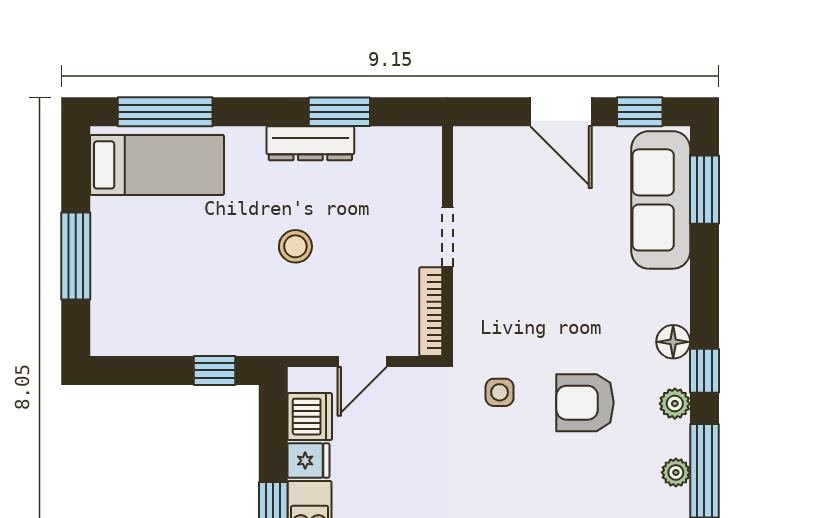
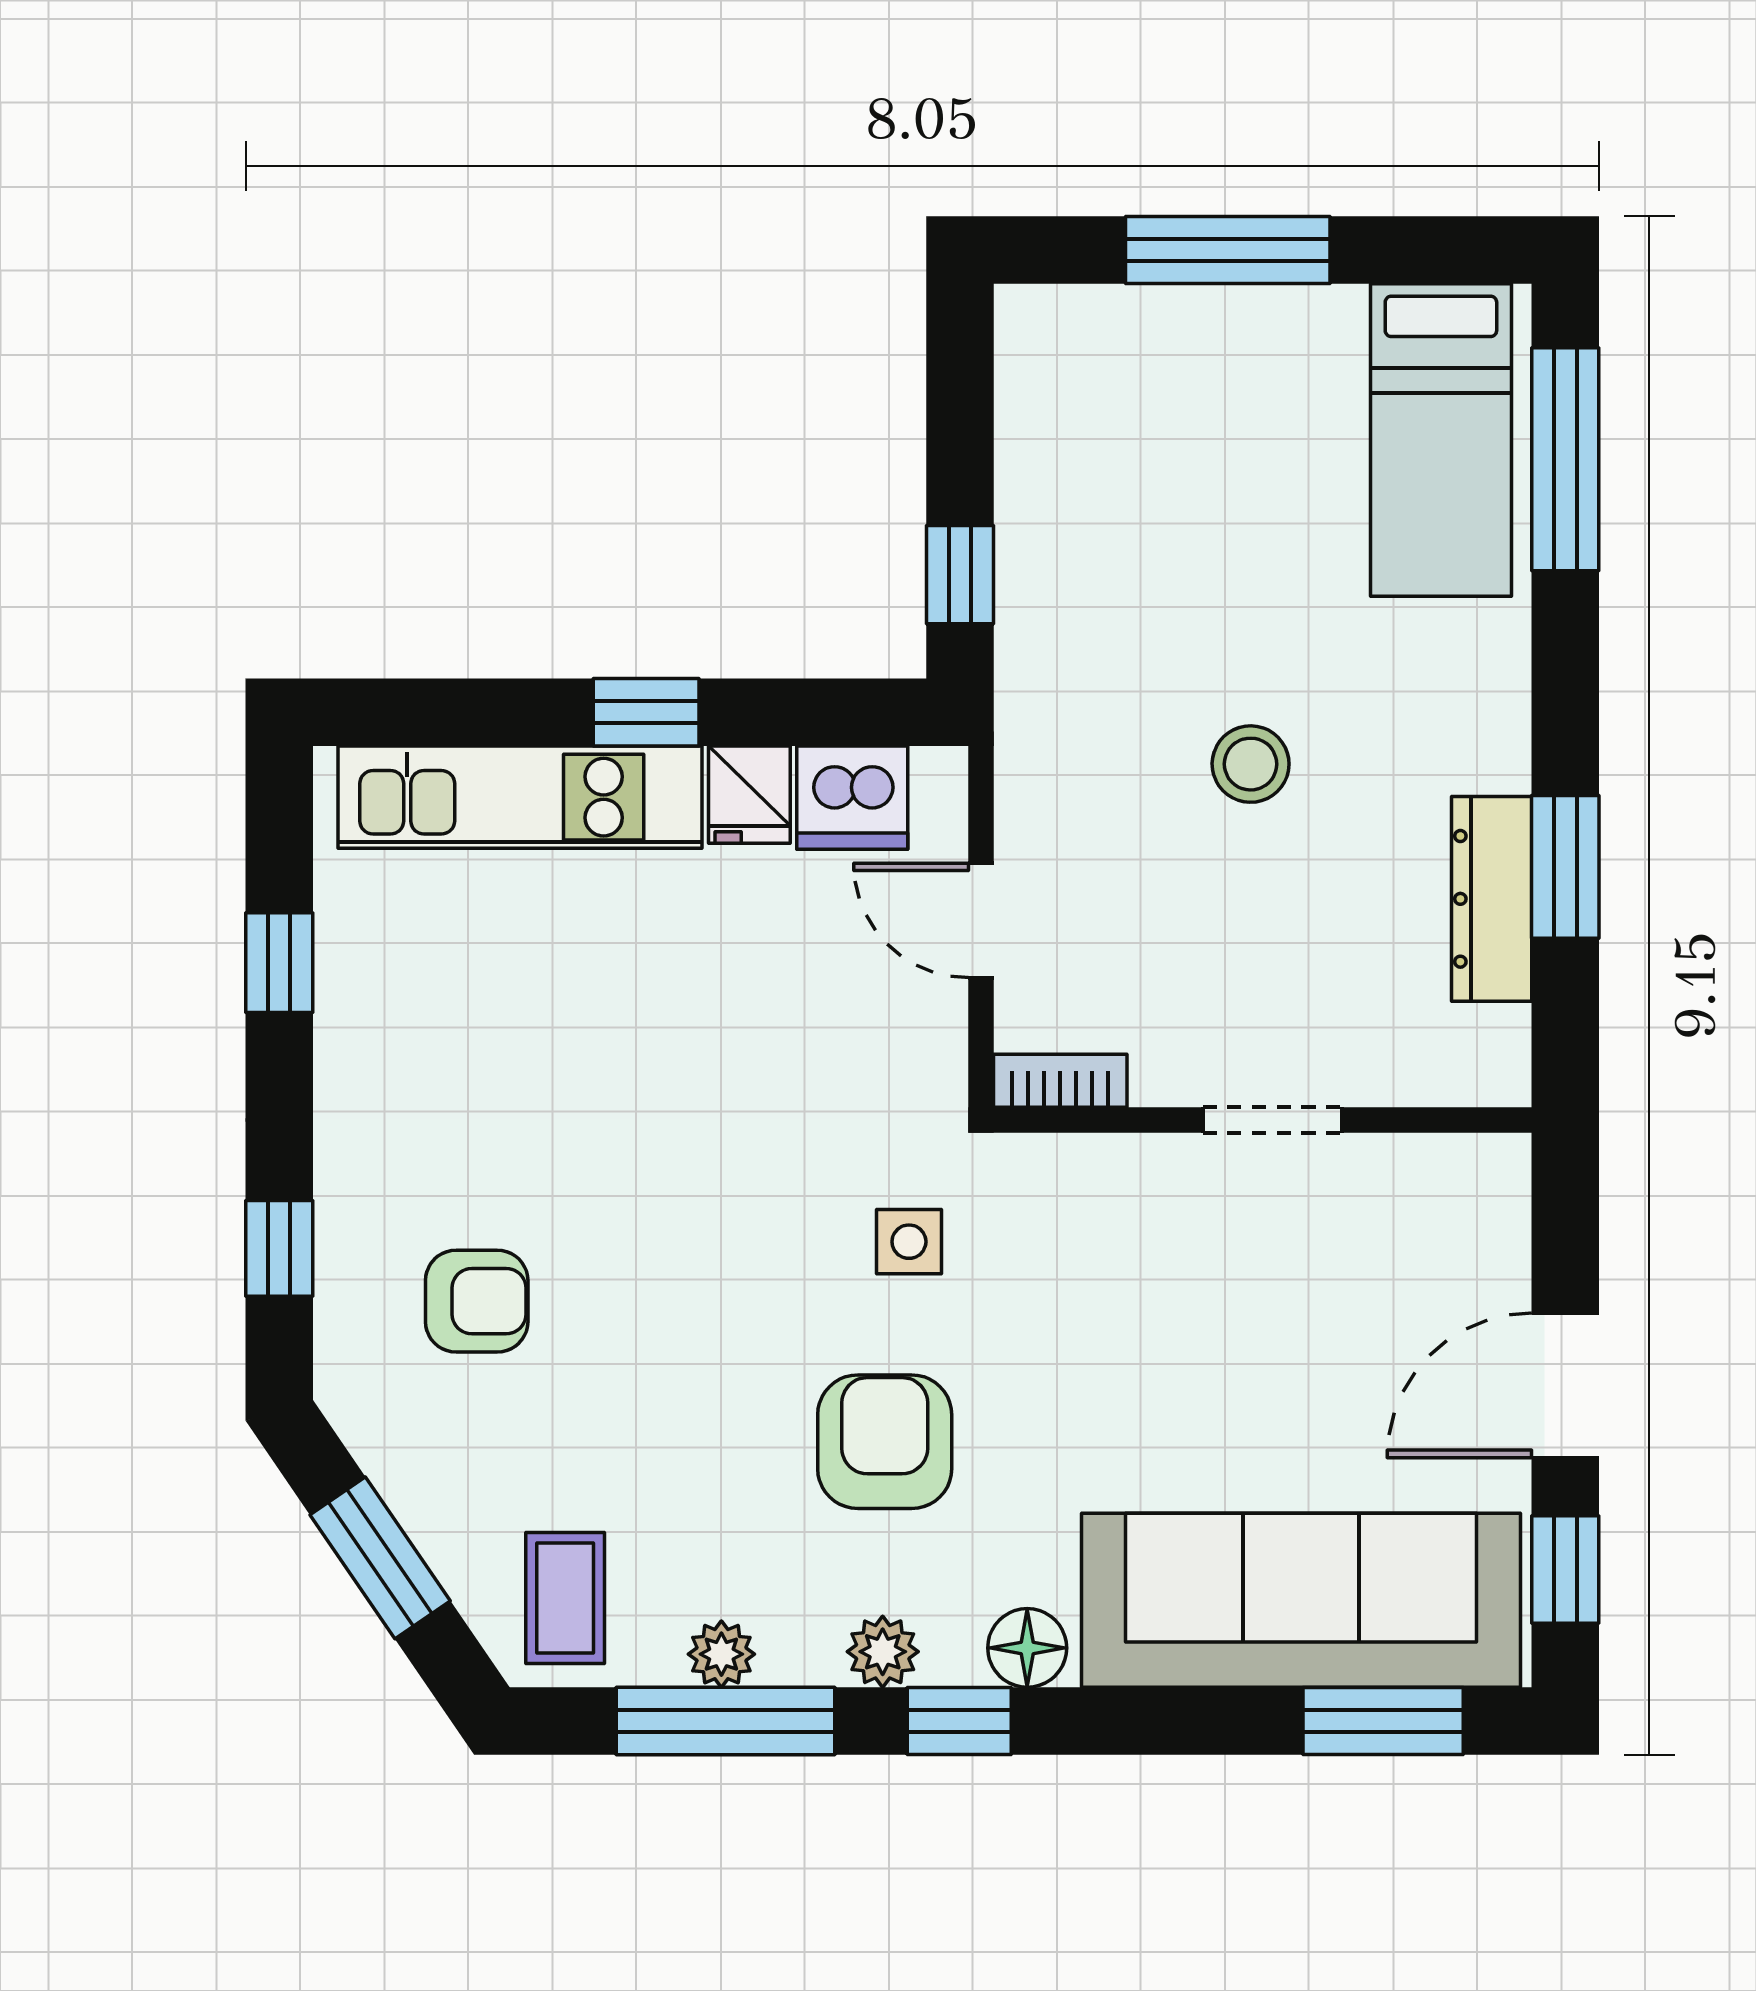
dresser: (310, 143) -> (1492, 899), moved
sofa: (661, 200) -> (1301, 1600), width x1.36, depth x1.27
bookcase: (431, 312) -> (1060, 1081), width x0.64

